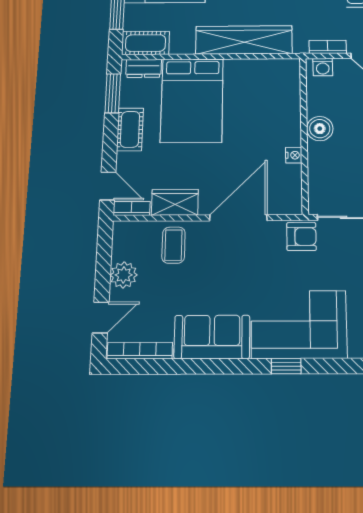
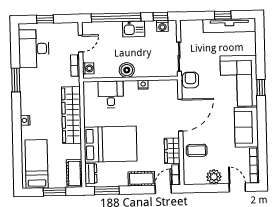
desk: (278, 102) -> (111, 94), added
cot: (130, 129) -> (141, 179), moved
door: (238, 218) -> (180, 115), swing flipped

